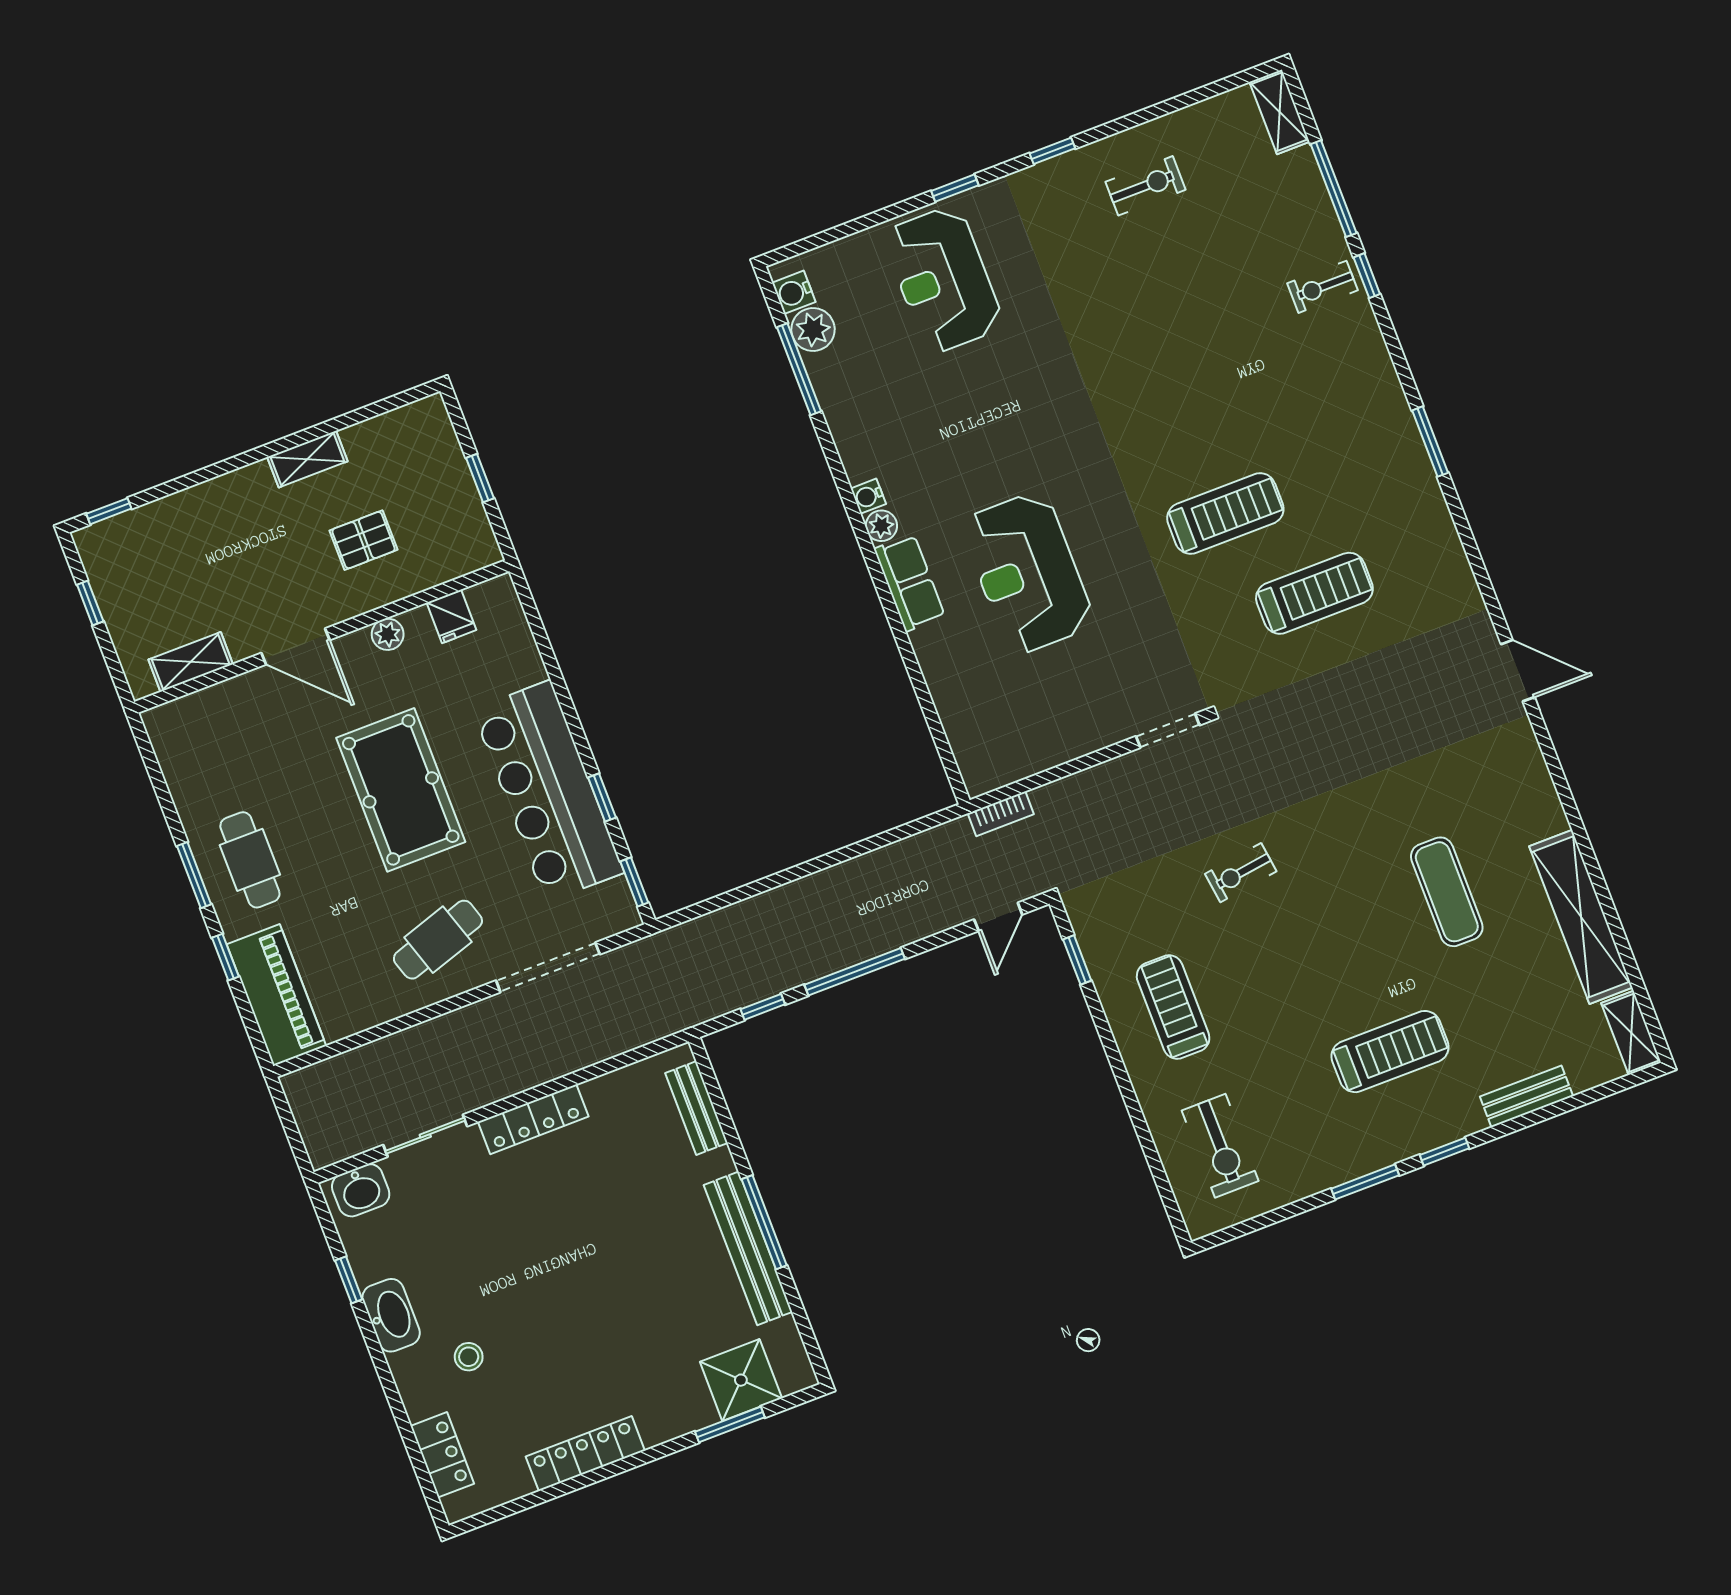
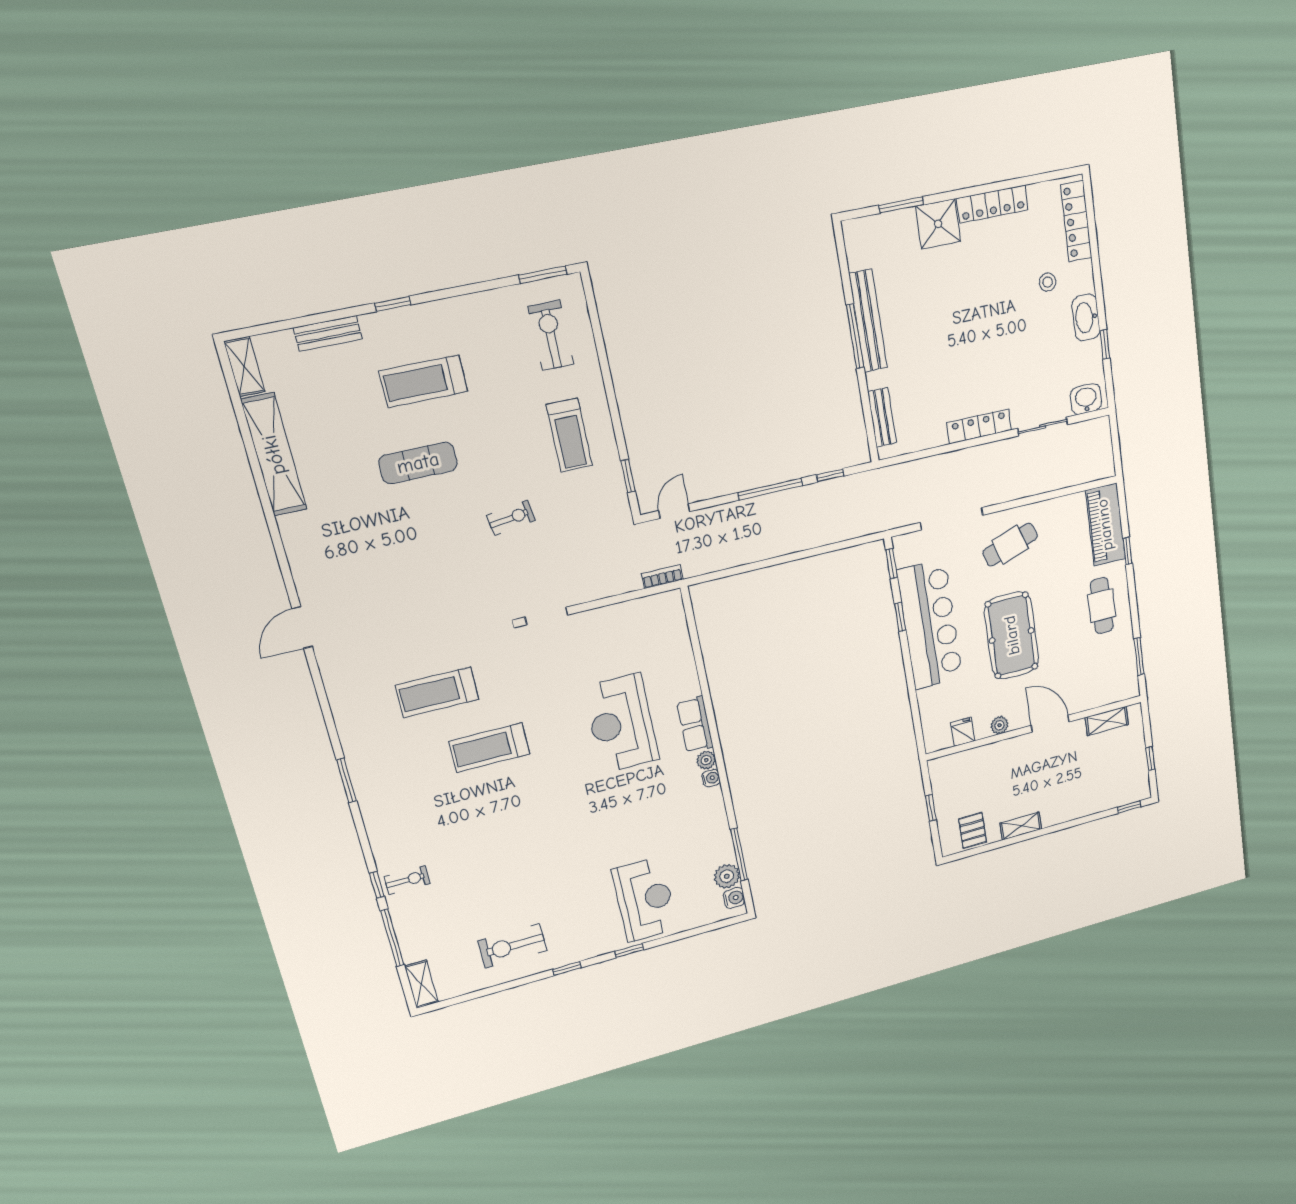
exercise bike: (1145, 186) -> (512, 946), width x1.38, depth x1.39
pallet: (364, 540) -> (973, 830), moved, turned 90
reception desk: (1028, 573) -> (621, 723), turned 180
door: (1518, 671) -> (302, 628), hinge flipped
window: (194, 875) -> (1139, 656), moved
exercise mat: (1447, 892) -> (418, 463), moved, turned 90
window: (1365, 1182) -> (543, 275), moved
shower: (741, 1380) -> (938, 224), moved
locker: (442, 1455) -> (1076, 221), width x1.53

